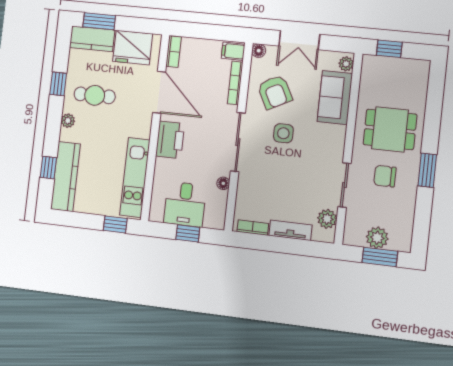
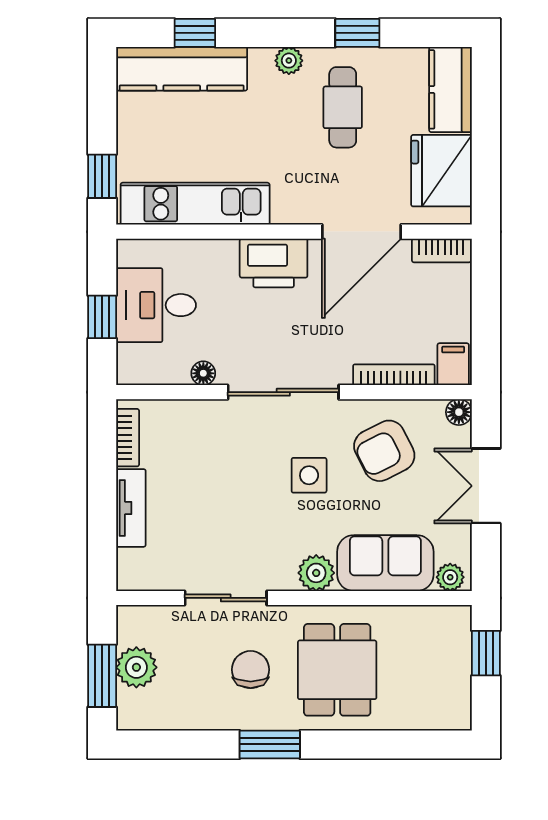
window: (99, 21) -> (486, 99), removed
plant: (327, 219) -> (316, 573), moved

